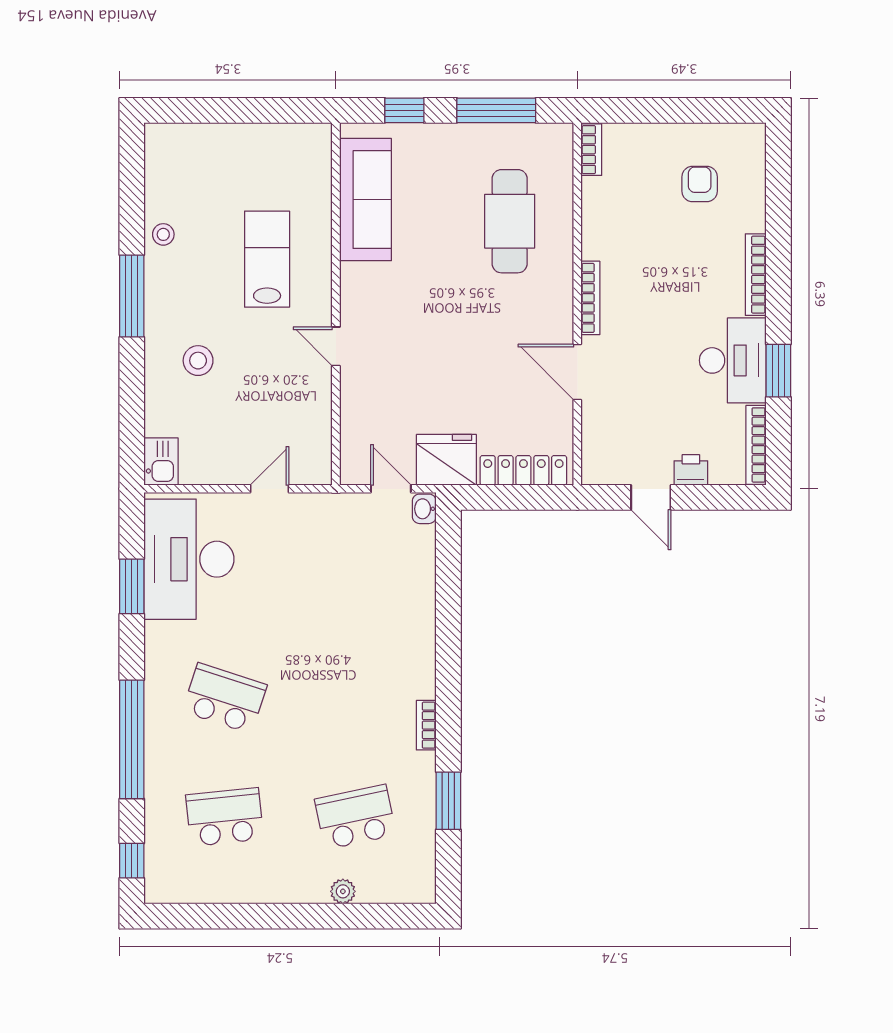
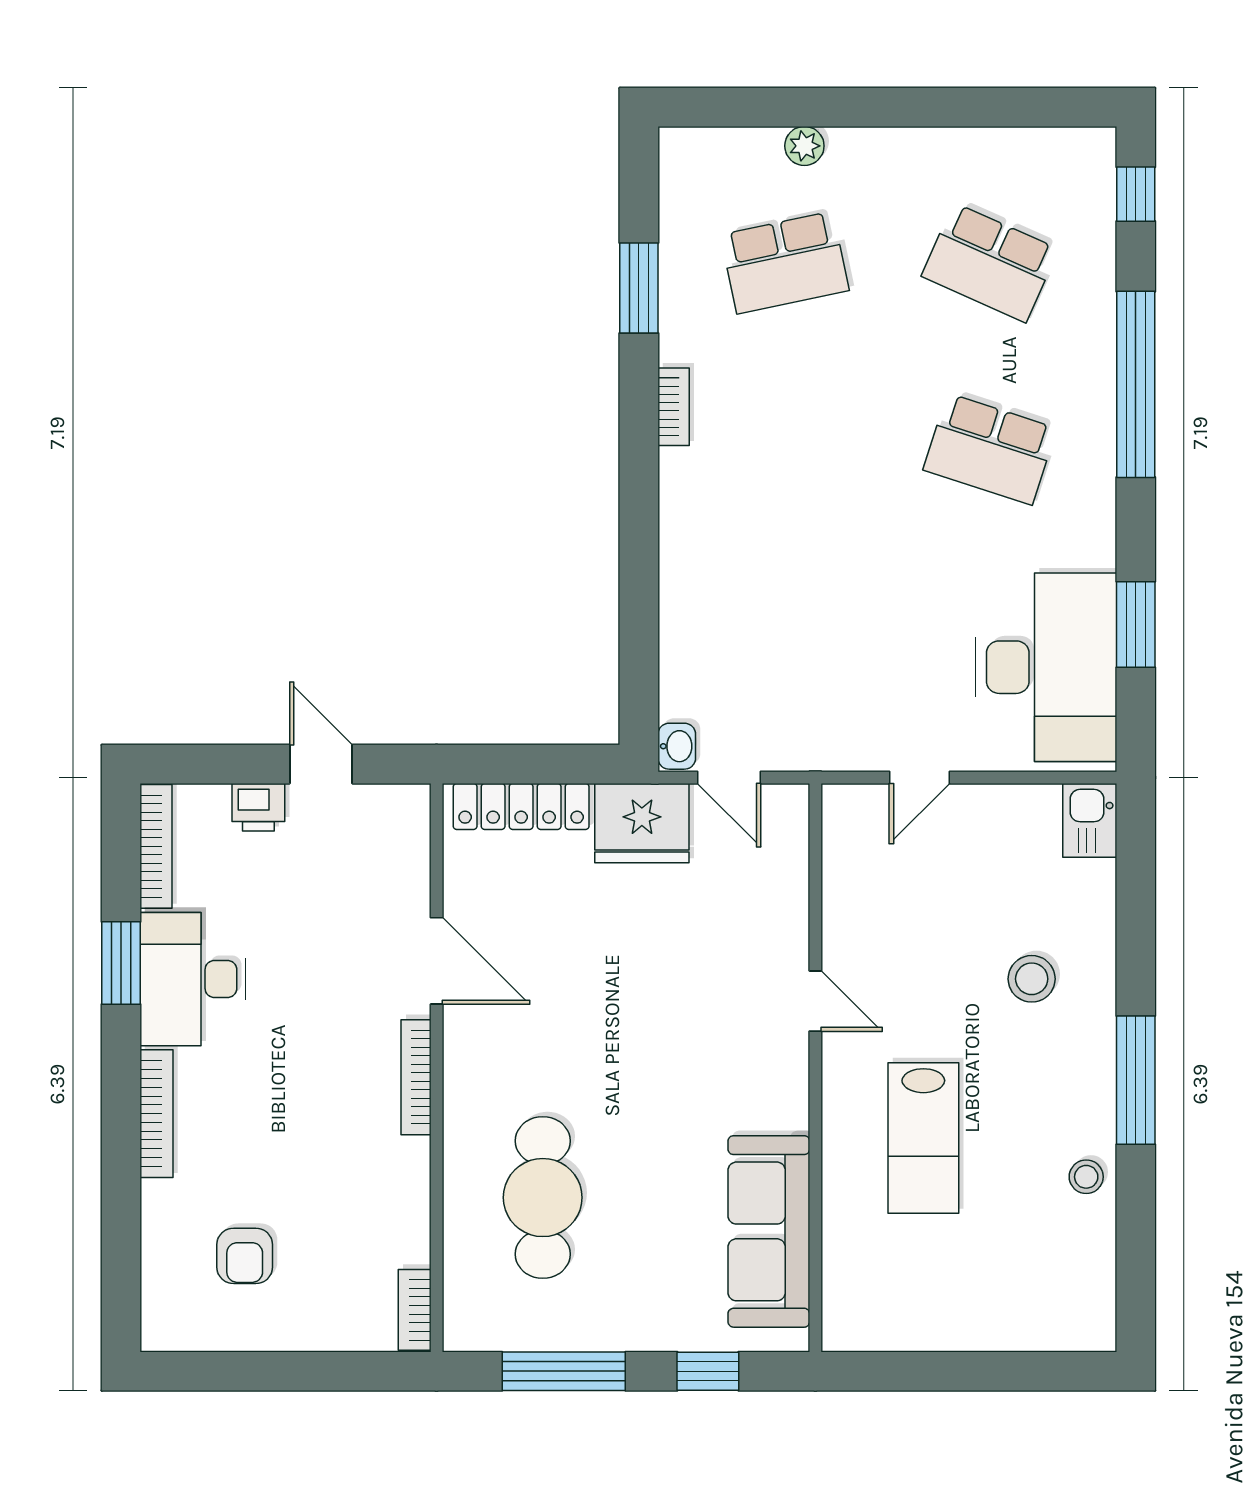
school desk: (225, 817) -> (990, 263), turned 30

